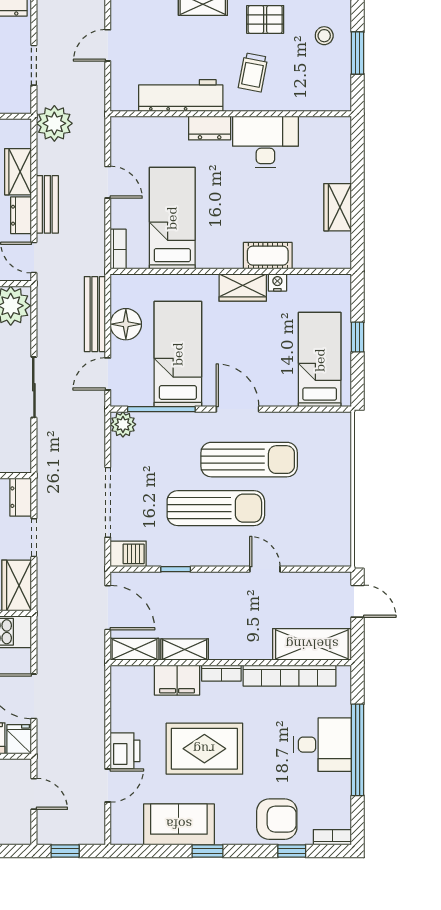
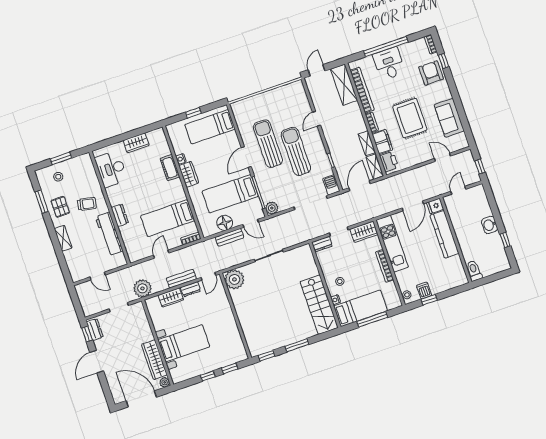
desk: (265, 142) -> (111, 169), moved
bench: (95, 314) -> (230, 237), width x0.73
printer: (125, 751) -> (389, 162), moved, turned 90
window: (207, 851) -> (457, 100), removed

